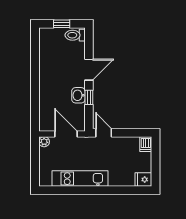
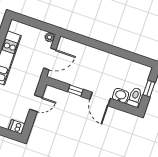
washbasin: (78, 95) -> (121, 96), moved
door: (104, 133) -> (36, 103), moved

